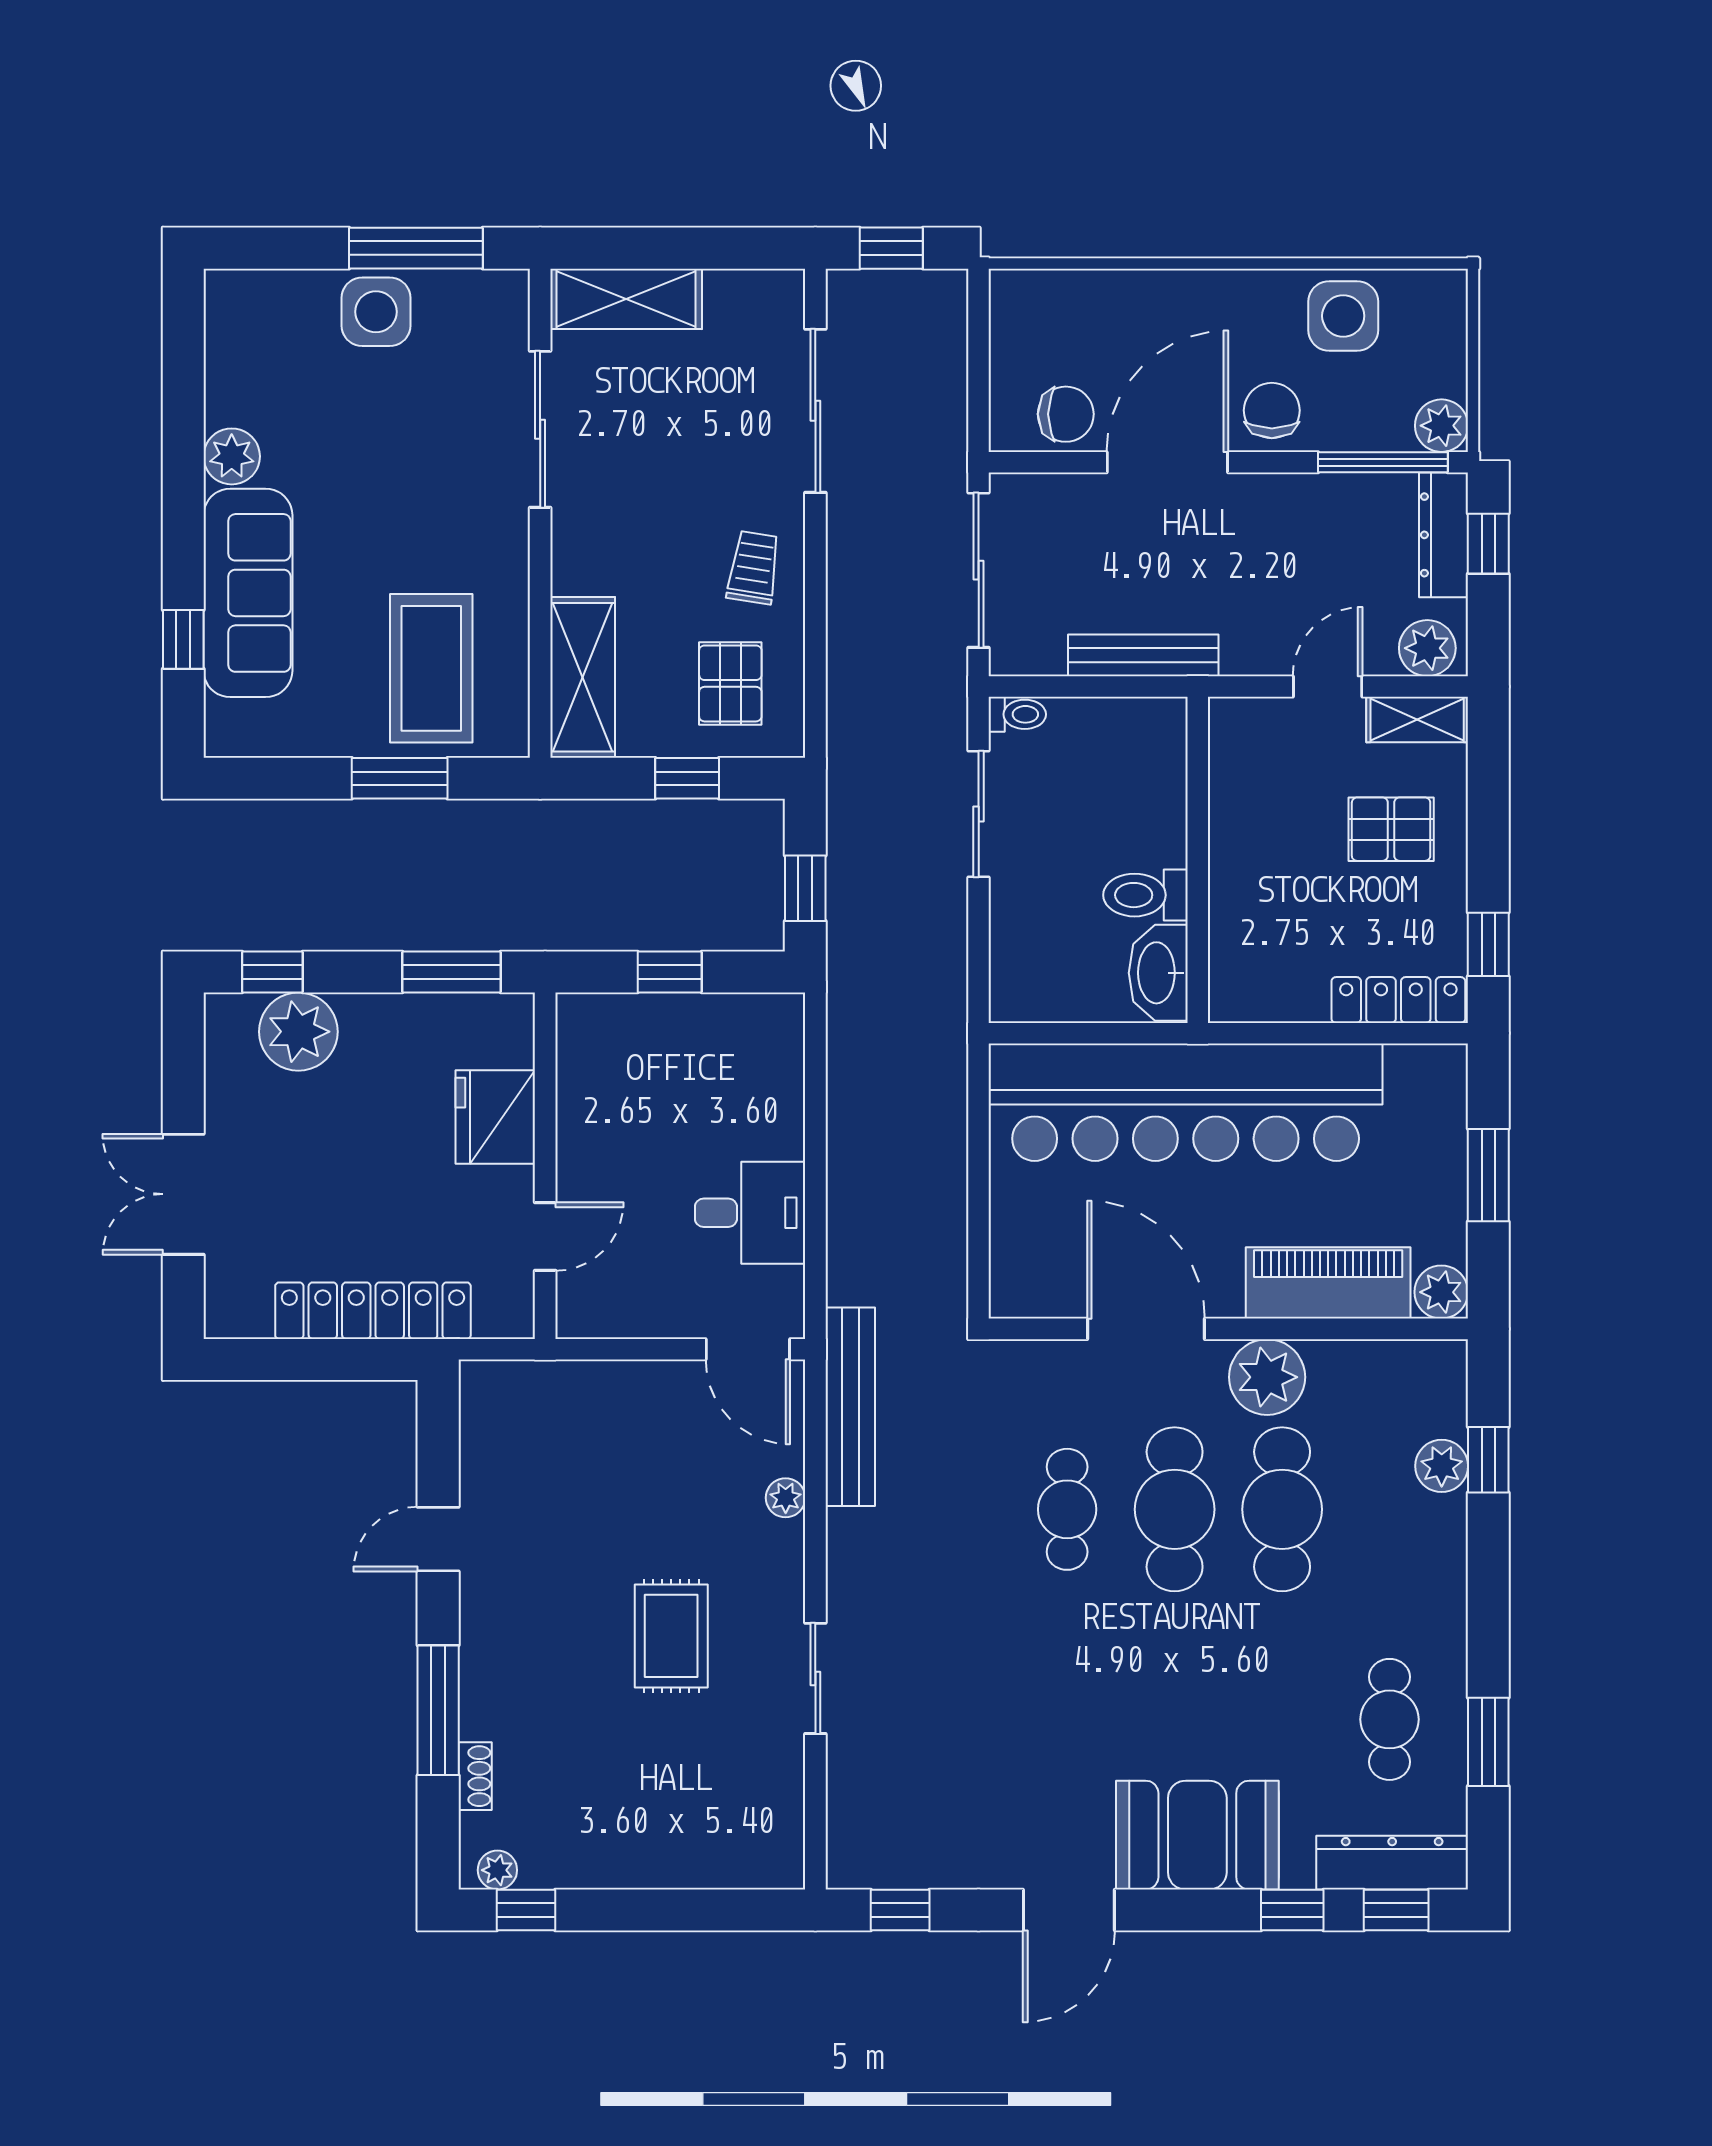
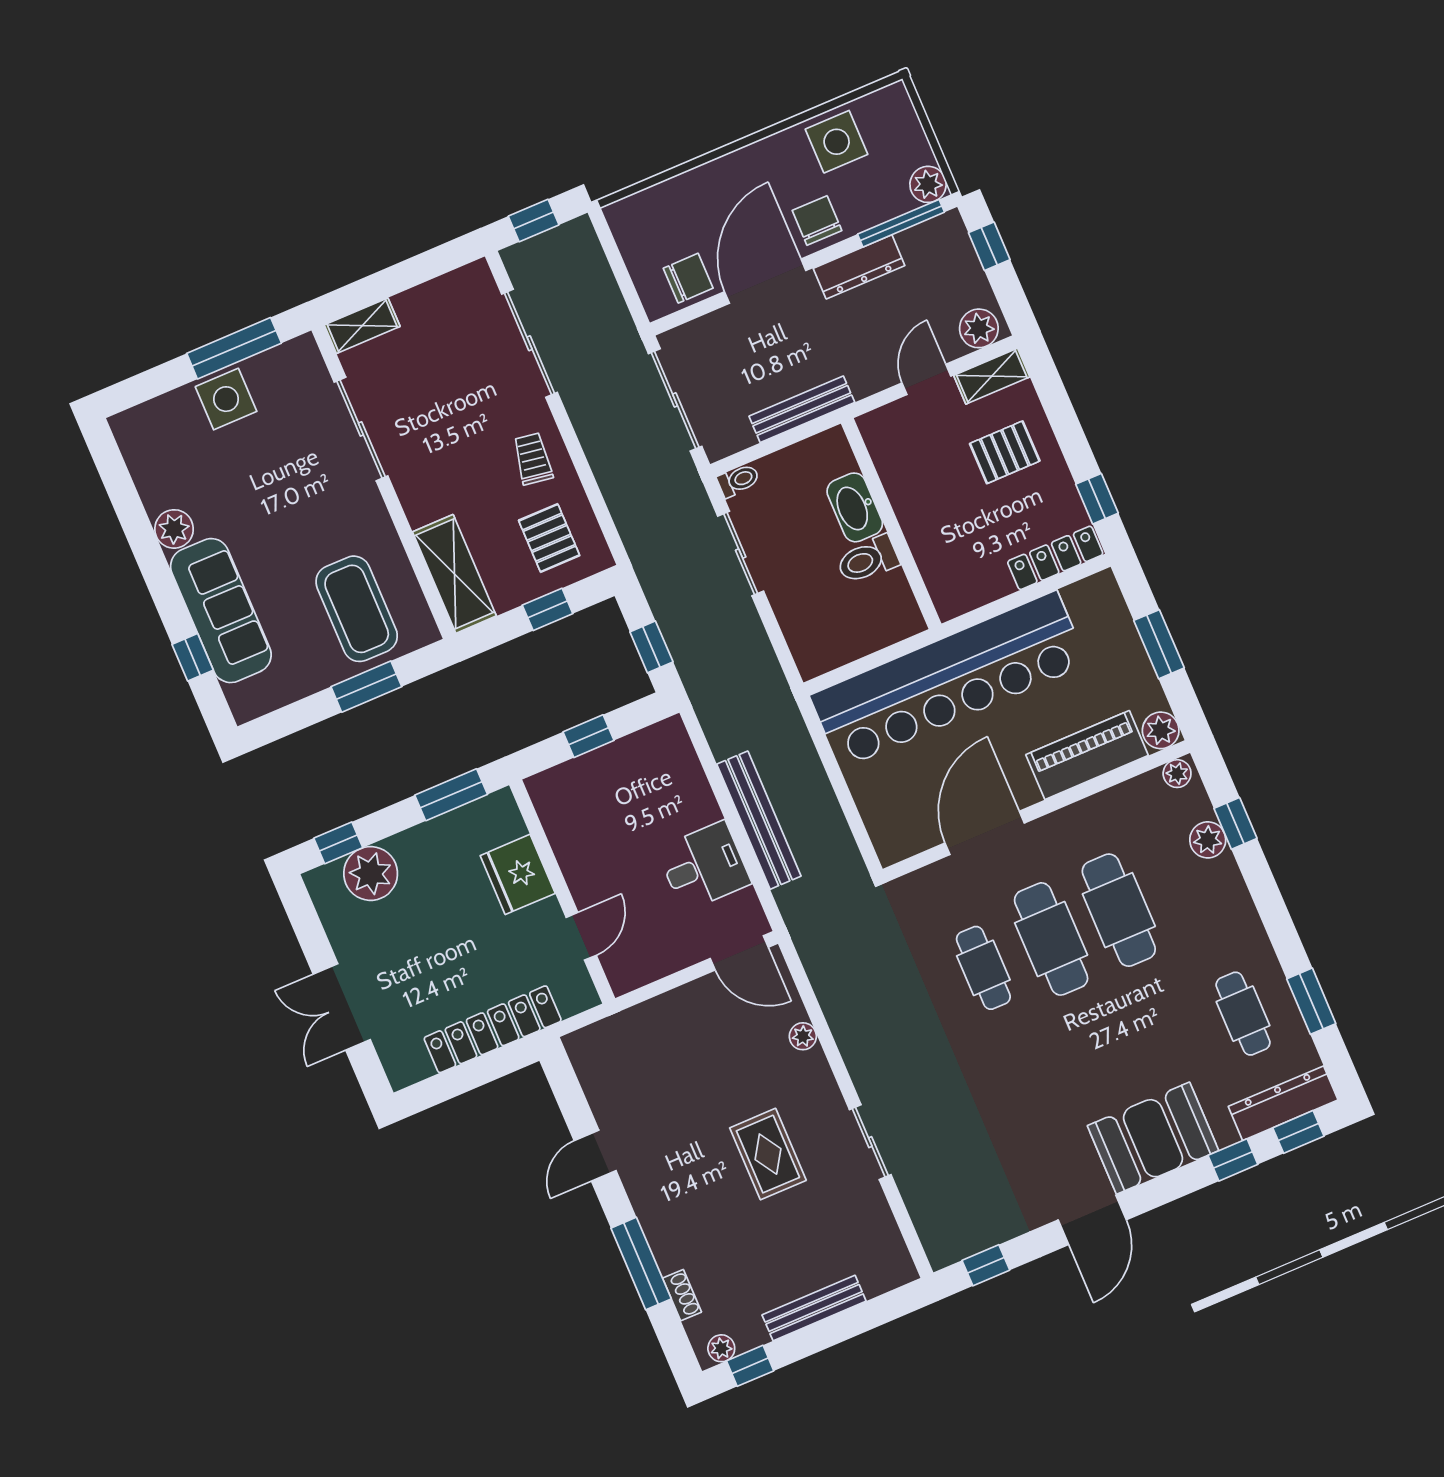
shelving: (626, 299) -> (362, 326), width x0.67, depth x0.75
dresser: (1443, 535) -> (859, 267), moved, turned -90
washbasin: (1158, 973) -> (855, 507), moved
door: (1146, 1329) -> (985, 833), hinge flipped
plant: (1267, 1377) -> (1177, 774), moved, width x0.53, depth x0.53
bench: (850, 1407) -> (759, 820), moved
bench: (645, 1869) -> (814, 1308), added

